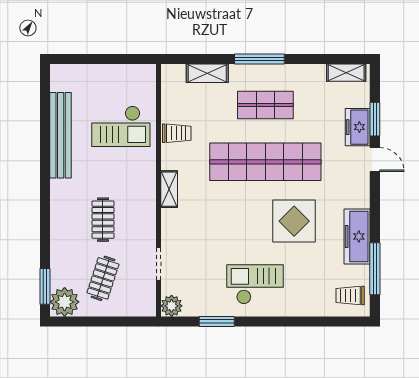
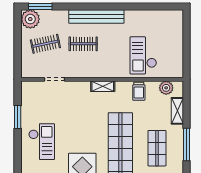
bench: (61, 135) -> (96, 17), moved
clothes rail: (103, 278) -> (45, 44), turned -30
plant: (172, 306) -> (166, 88), moved

